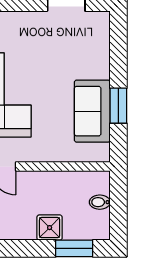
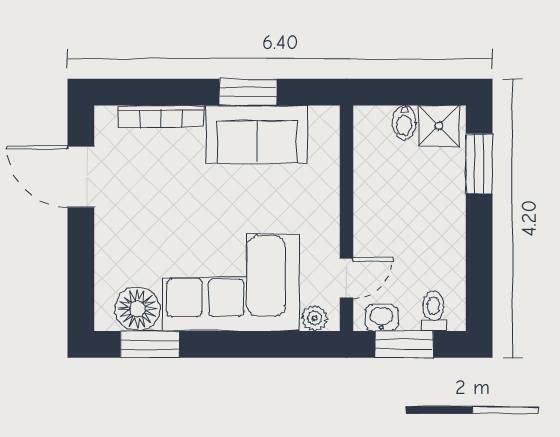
bookcase: (103, 52) -> (161, 116), added
shower: (50, 228) -> (439, 126), moved

